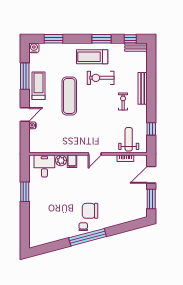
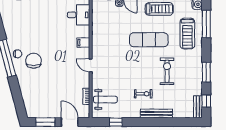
window: (53, 39) -> (206, 24), width x1.44
treadmill: (92, 57) -> (187, 34), moved, turned 180
plant: (61, 160) -> (84, 31), removed

